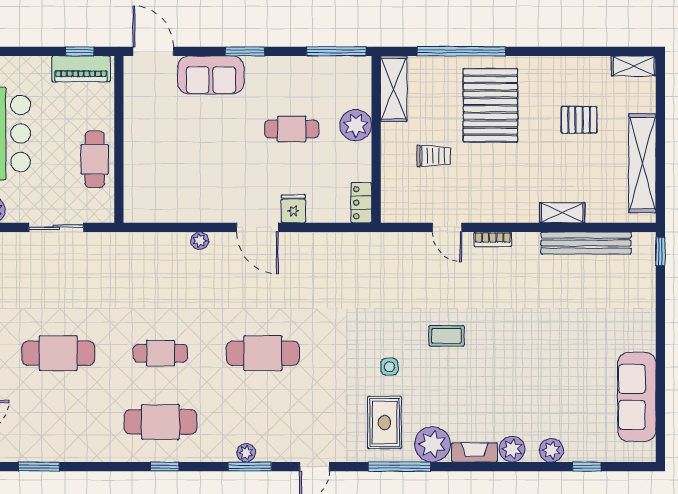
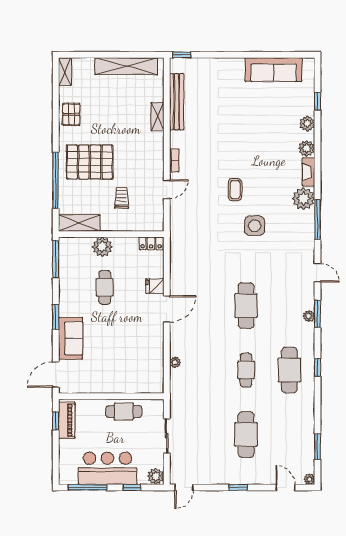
pallet: (579, 120) -> (71, 114), moved
plant: (200, 241) -> (175, 362), moved
side table: (389, 367) -> (255, 226), width x1.87, depth x1.87
rug: (385, 423) -> (290, 229), removed

